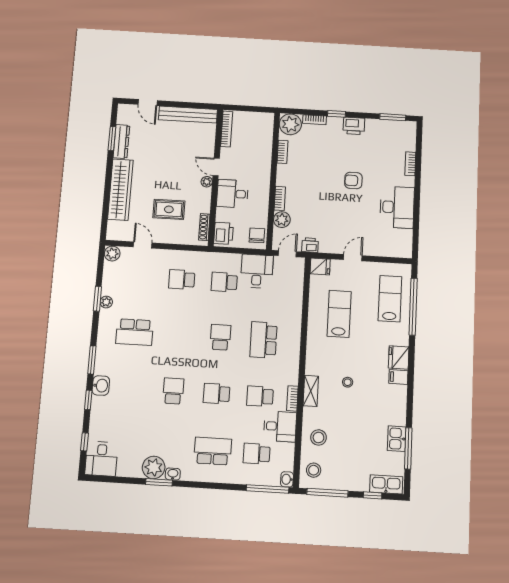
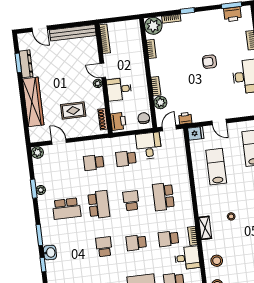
printer: (354, 126) -> (232, 14), moved
door: (353, 258) -> (219, 122), swing flipped
school desk: (178, 335) -> (99, 205), added

